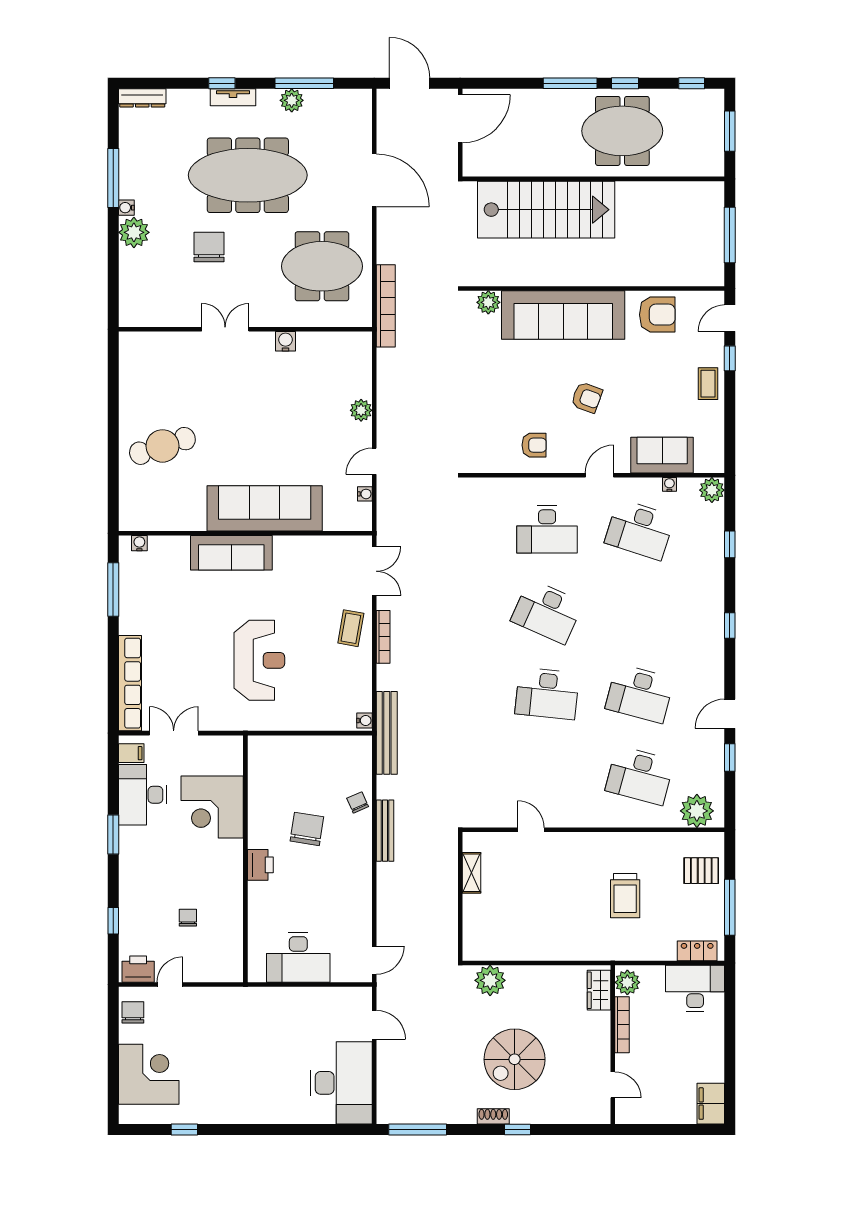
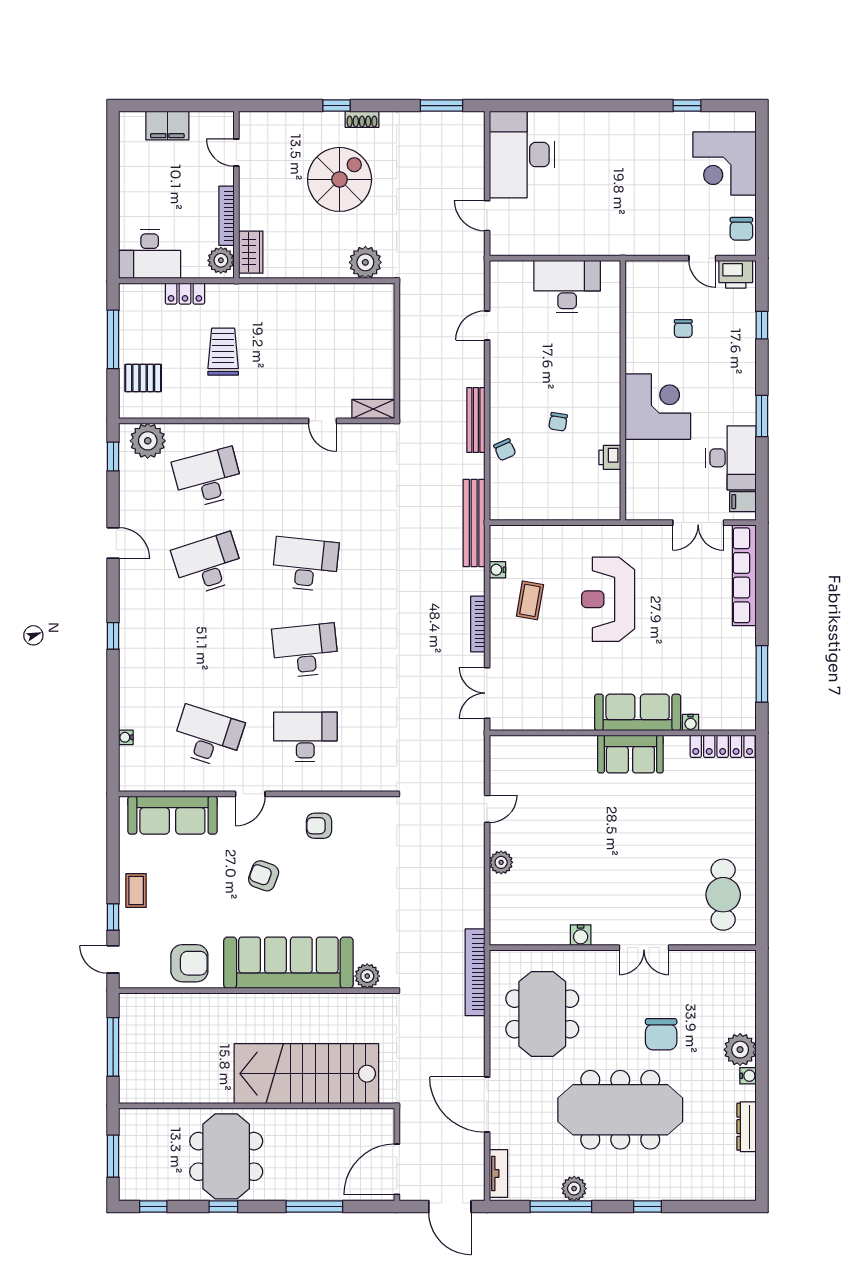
window: (570, 83) -> (314, 1207), moved
tv unit: (233, 97) -> (499, 1173), moved, turned 90
dresser: (142, 98) -> (747, 1127), moved, turned -90
meeting table: (622, 131) -> (226, 1156), turned 90
window: (113, 178) -> (762, 1107), removed
meeting table: (322, 266) -> (542, 1014), turned 90
armchair: (657, 315) -> (189, 963), turned 180
door: (730, 318) -> (113, 959), swing flipped
cafe table: (162, 446) -> (723, 895), moved, turned -72
sofa: (662, 455) -> (172, 815), width x1.36
water cooler: (669, 484) -> (126, 737), moved, turned 90
plant: (712, 490) -> (132, 778), removed
water cooler: (365, 494) -> (497, 774), removed
sofa: (265, 508) -> (630, 754), width x0.54, depth x0.79
locker: (151, 521) -> (723, 746), added
water cooler: (139, 543) -> (691, 722), moved
window: (730, 544) -> (113, 721), removed
desk: (547, 612) -> (305, 651), turned -30
coffee table: (351, 628) -> (530, 600), moved
desk: (640, 694) -> (208, 564), turned -33
door: (730, 714) -> (113, 543), hinge flipped
water cooler: (364, 721) -> (498, 570), moved
window: (730, 757) -> (113, 457), moved
desk: (640, 776) -> (208, 478), turned -30
corner desk: (212, 807) -> (658, 407), moved
chair: (307, 829) -> (558, 422), width x0.54, depth x0.54
printer: (260, 865) -> (610, 457), moved, width x0.73, depth x0.81
shelving: (471, 873) -> (373, 409), moved, turned 90
locker: (697, 951) -> (185, 294), moved
door: (374, 960) -> (487, 326), moved
door: (170, 984) -> (702, 258), hinge flipped
filing cabinet: (711, 1104) -> (167, 126), moved, turned 90
window: (418, 1129) -> (442, 106), width x0.69

